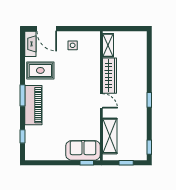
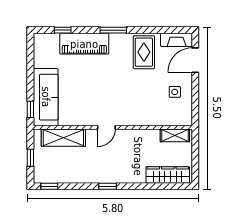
wardrobe: (109, 76) -> (168, 175), moved, turned 180
piano: (33, 105) -> (84, 44), moved
sofa: (83, 150) -> (46, 97), width x1.36

